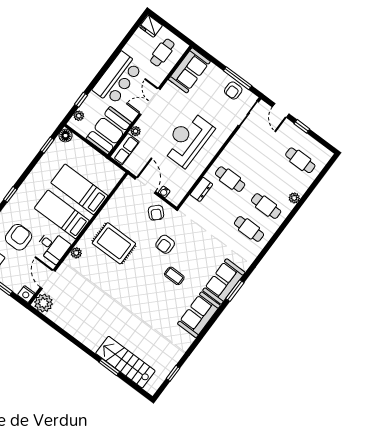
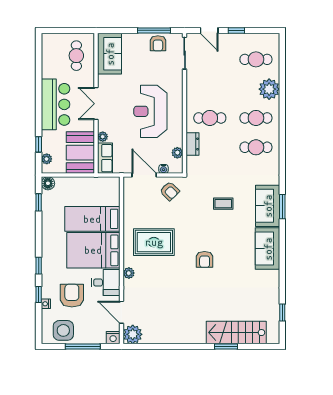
fridge: (151, 26) -> (51, 41), removed
plant: (184, 187) -> (177, 153), added
plant: (294, 198) -> (269, 89), width x1.88, depth x1.88
bed: (62, 214) -> (93, 250), width x1.50
armchair: (165, 244) -> (205, 259), moved
coffee table: (174, 276) -> (223, 204), moved

